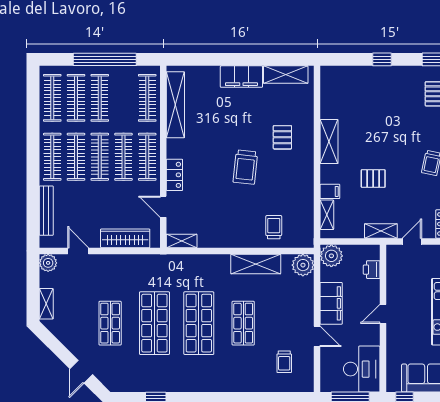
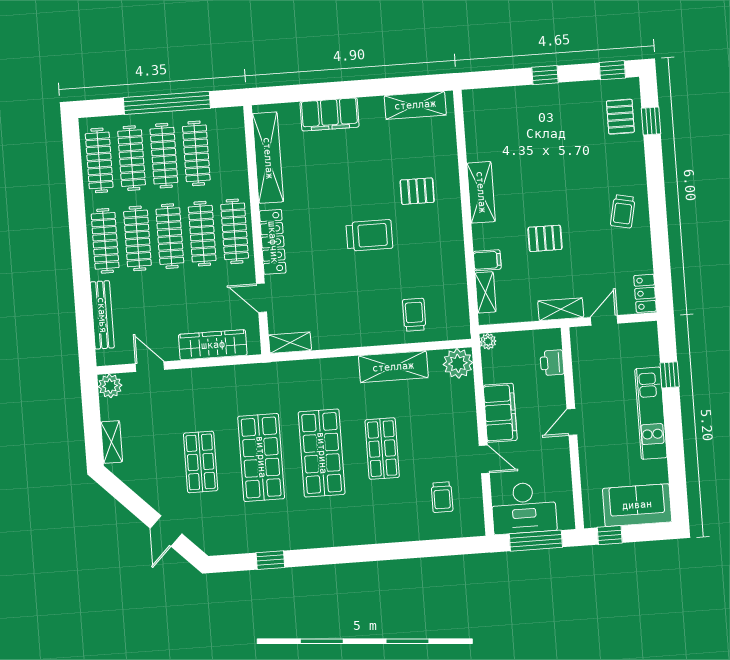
filing cabinet: (241, 77) -> (330, 114), moved
clothes rail: (147, 98) -> (196, 153), moved
pallet: (282, 137) -> (417, 191), turned 90
trolley: (245, 167) -> (369, 235), turned -96
locker: (174, 175) -> (273, 242), width x1.53
plant: (331, 256) -> (488, 341), width x0.53, depth x0.53
desk: (362, 369) -> (524, 508), moved, turned 90

